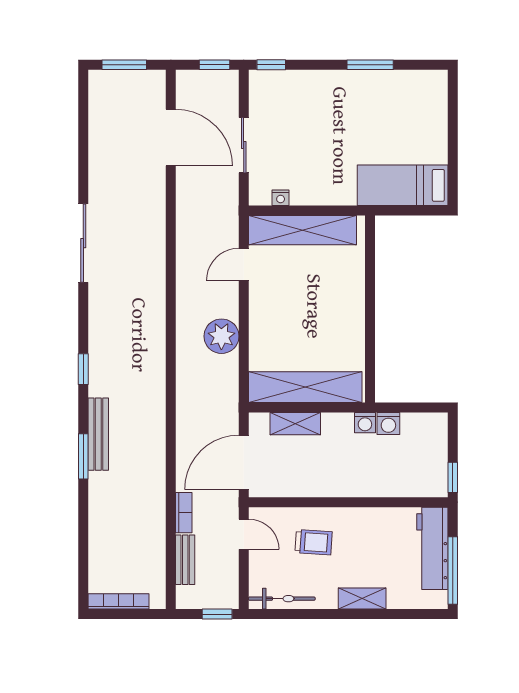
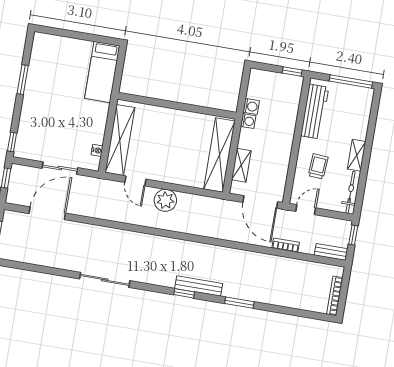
plant: (221, 336) -> (165, 200), moved
bench: (98, 434) -> (199, 286), moved
workbench: (432, 548) -> (315, 111), moved, turned -90
bench: (185, 560) -> (331, 252), moved
shelving: (362, 598) -> (357, 155), moved

